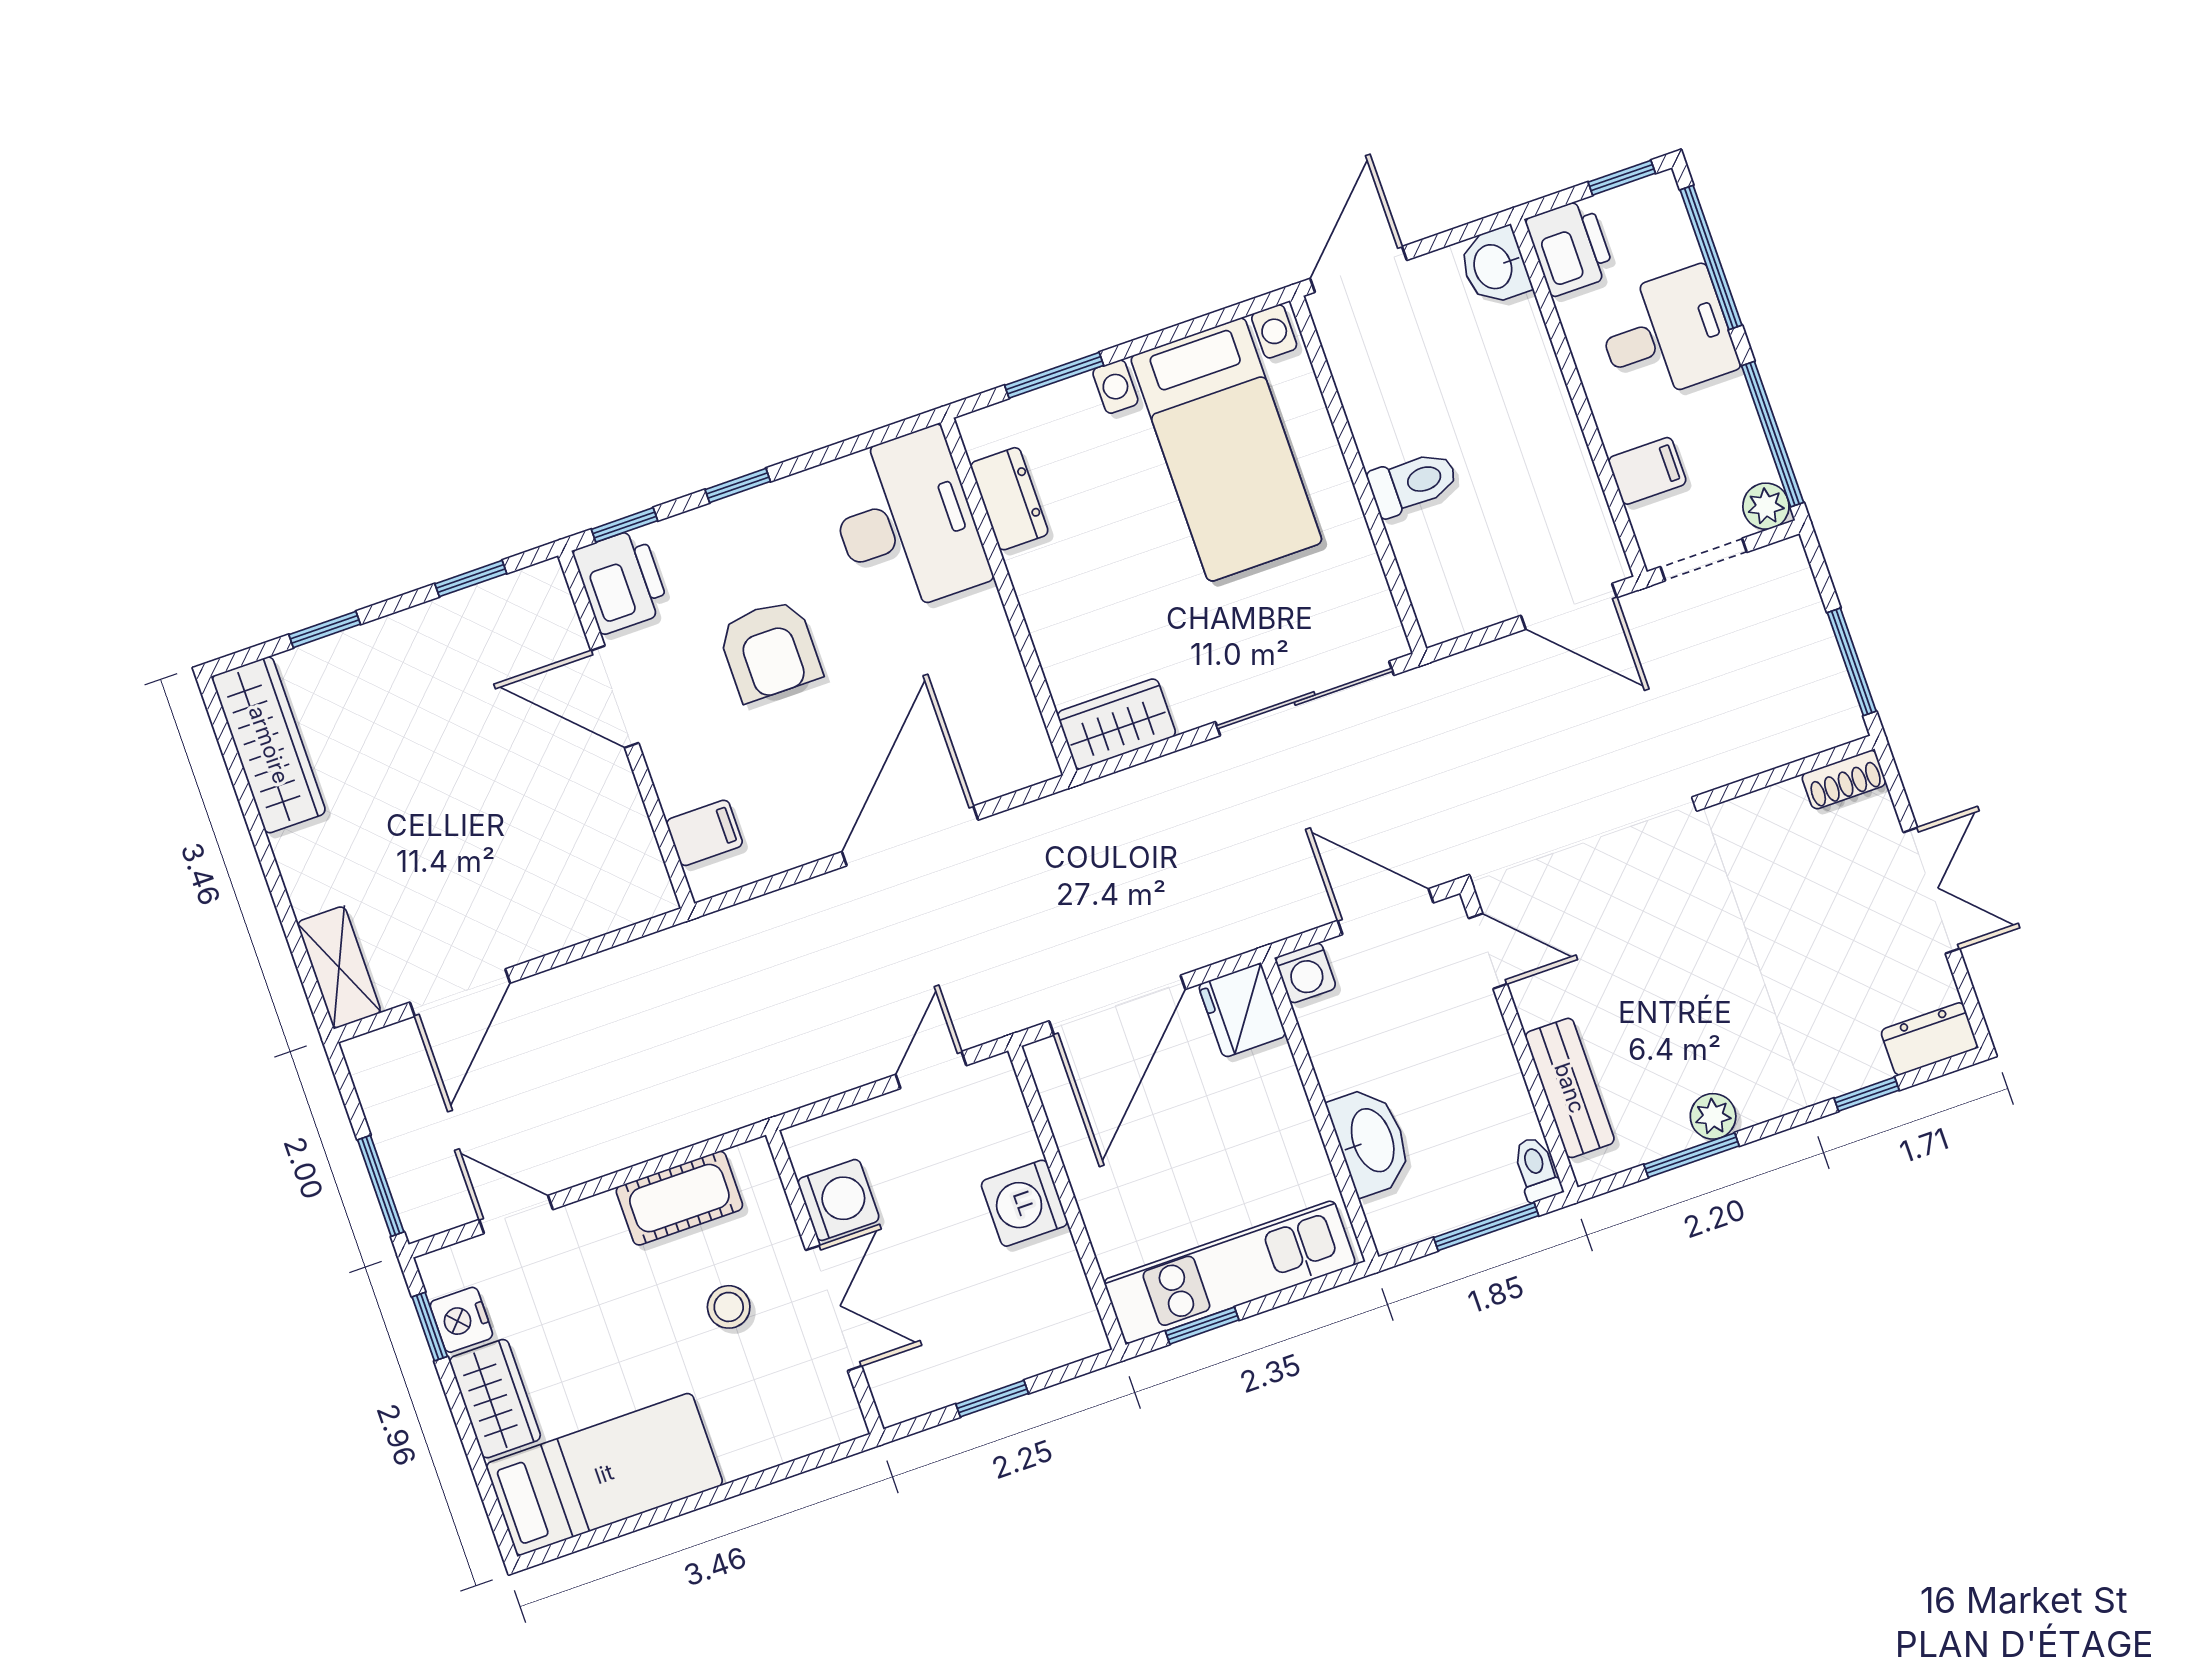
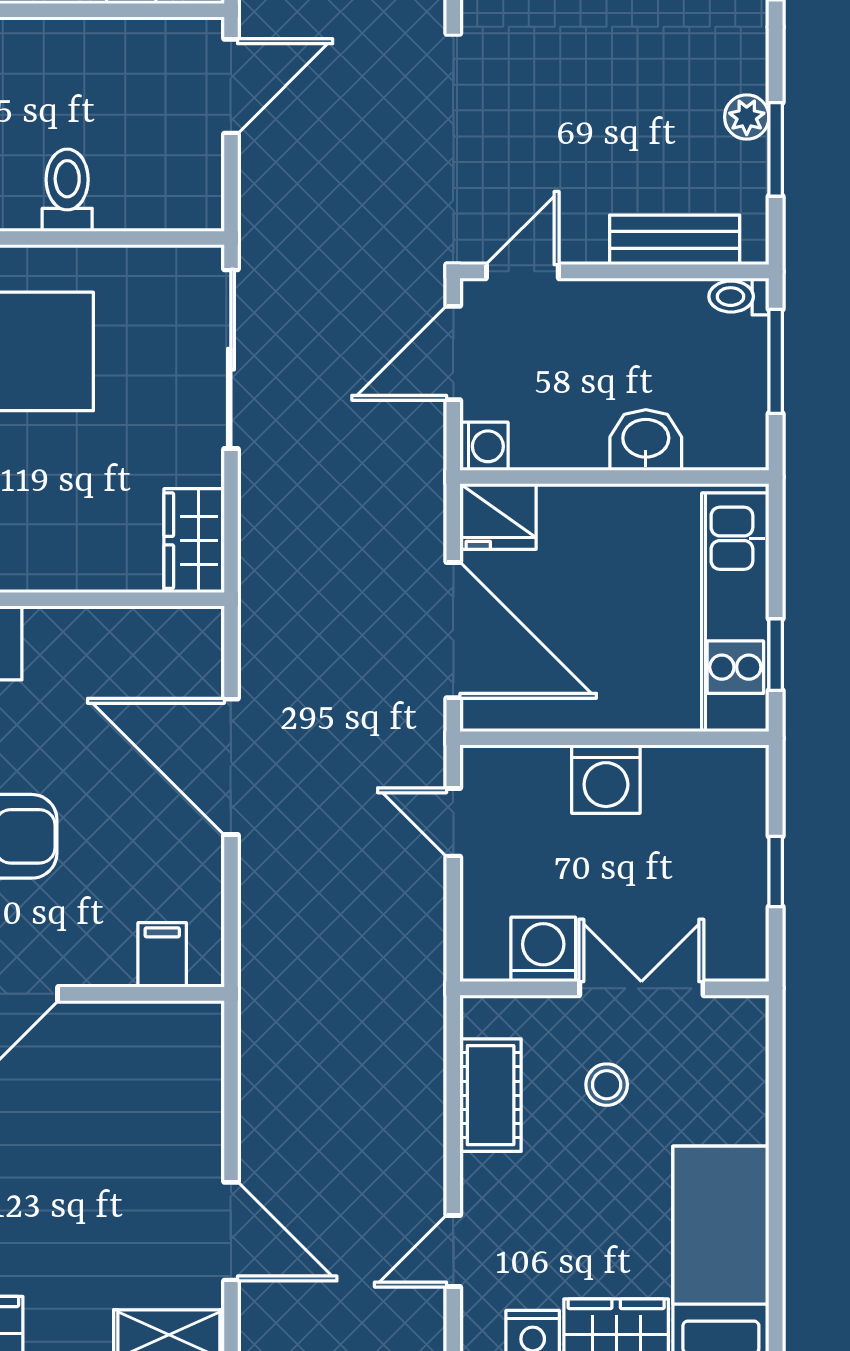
washbasin: (1371, 1141) -> (646, 440), width x0.72

